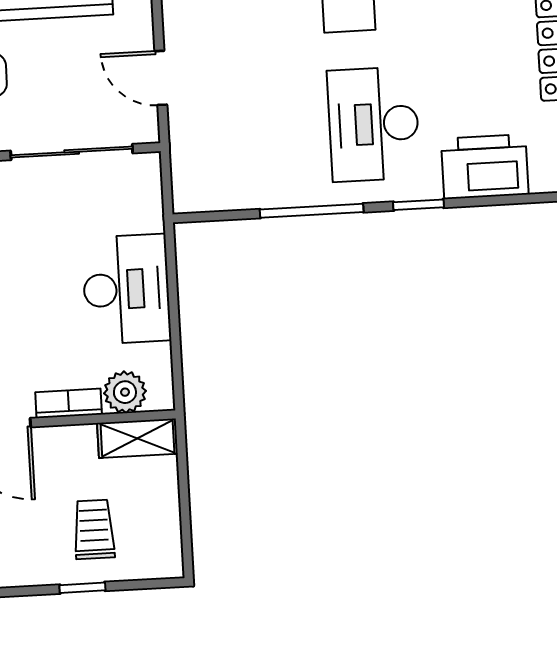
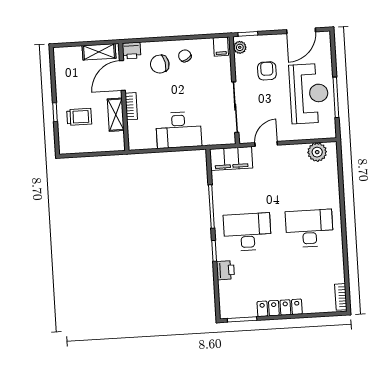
filing cabinet: (196, 162) -> (231, 158), added
printer: (485, 167) -> (225, 270), width x0.53, depth x0.68
plant: (125, 392) -> (136, 130), removed
shelving: (137, 438) -> (116, 115), moved

